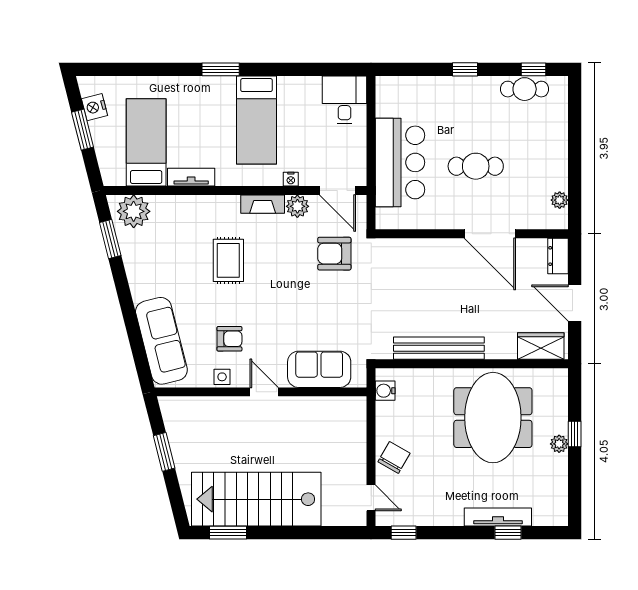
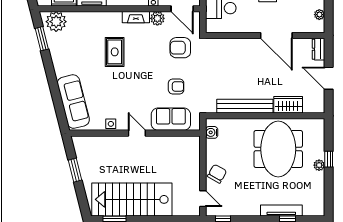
armchair: (229, 339) -> (176, 86), moved
wardrobe: (541, 346) -> (288, 105), moved

